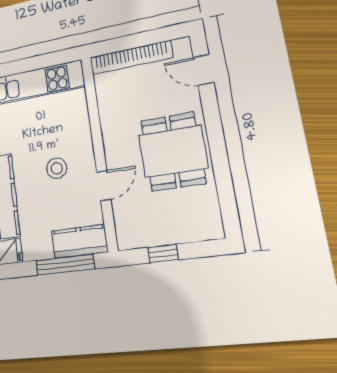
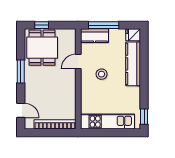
window: (218, 147) -> (21, 71), added
dining table: (173, 152) -> (42, 48), moved
window: (163, 254) -> (42, 25), moved

